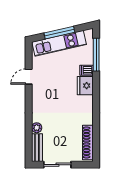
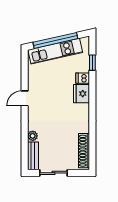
window: (59, 33) -> (55, 40), width x1.46
window: (96, 55) -> (92, 63), width x0.46
door: (29, 77) -> (25, 98), moved

